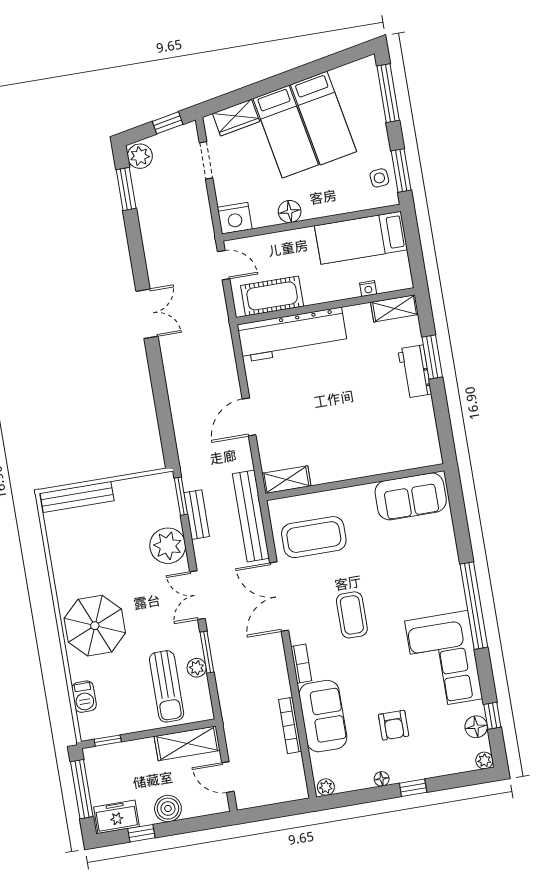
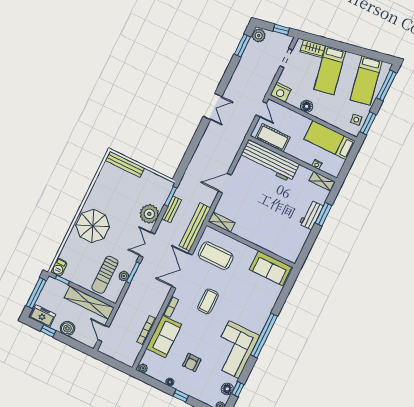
bed: (324, 118) -> (366, 80), moved
barbecue: (84, 697) -> (59, 267), moved
shelving: (187, 743) -> (89, 303), width x1.47

